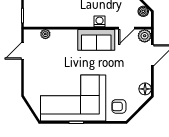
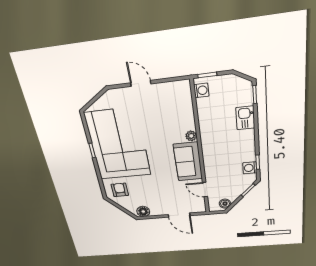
washing machine: (100, 21) -> (201, 90), moved
plant: (45, 34) -> (191, 136), moved
plant: (145, 36) -> (199, 207), removed
door: (22, 51) -> (141, 83), moved

